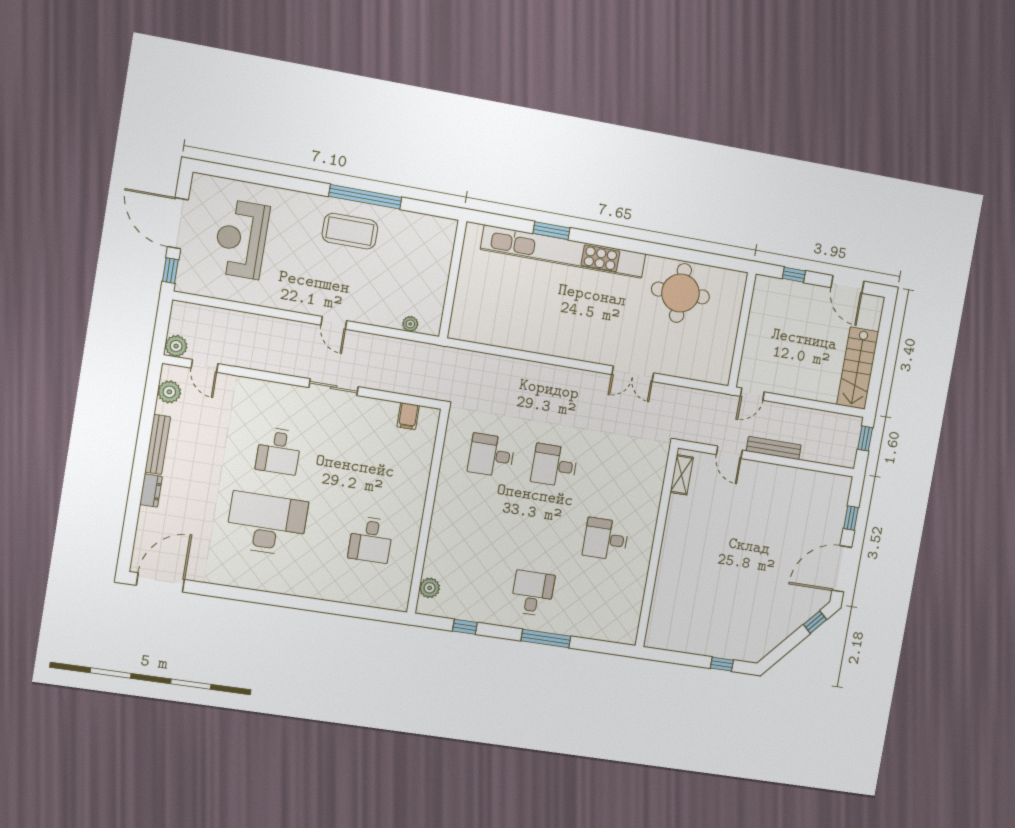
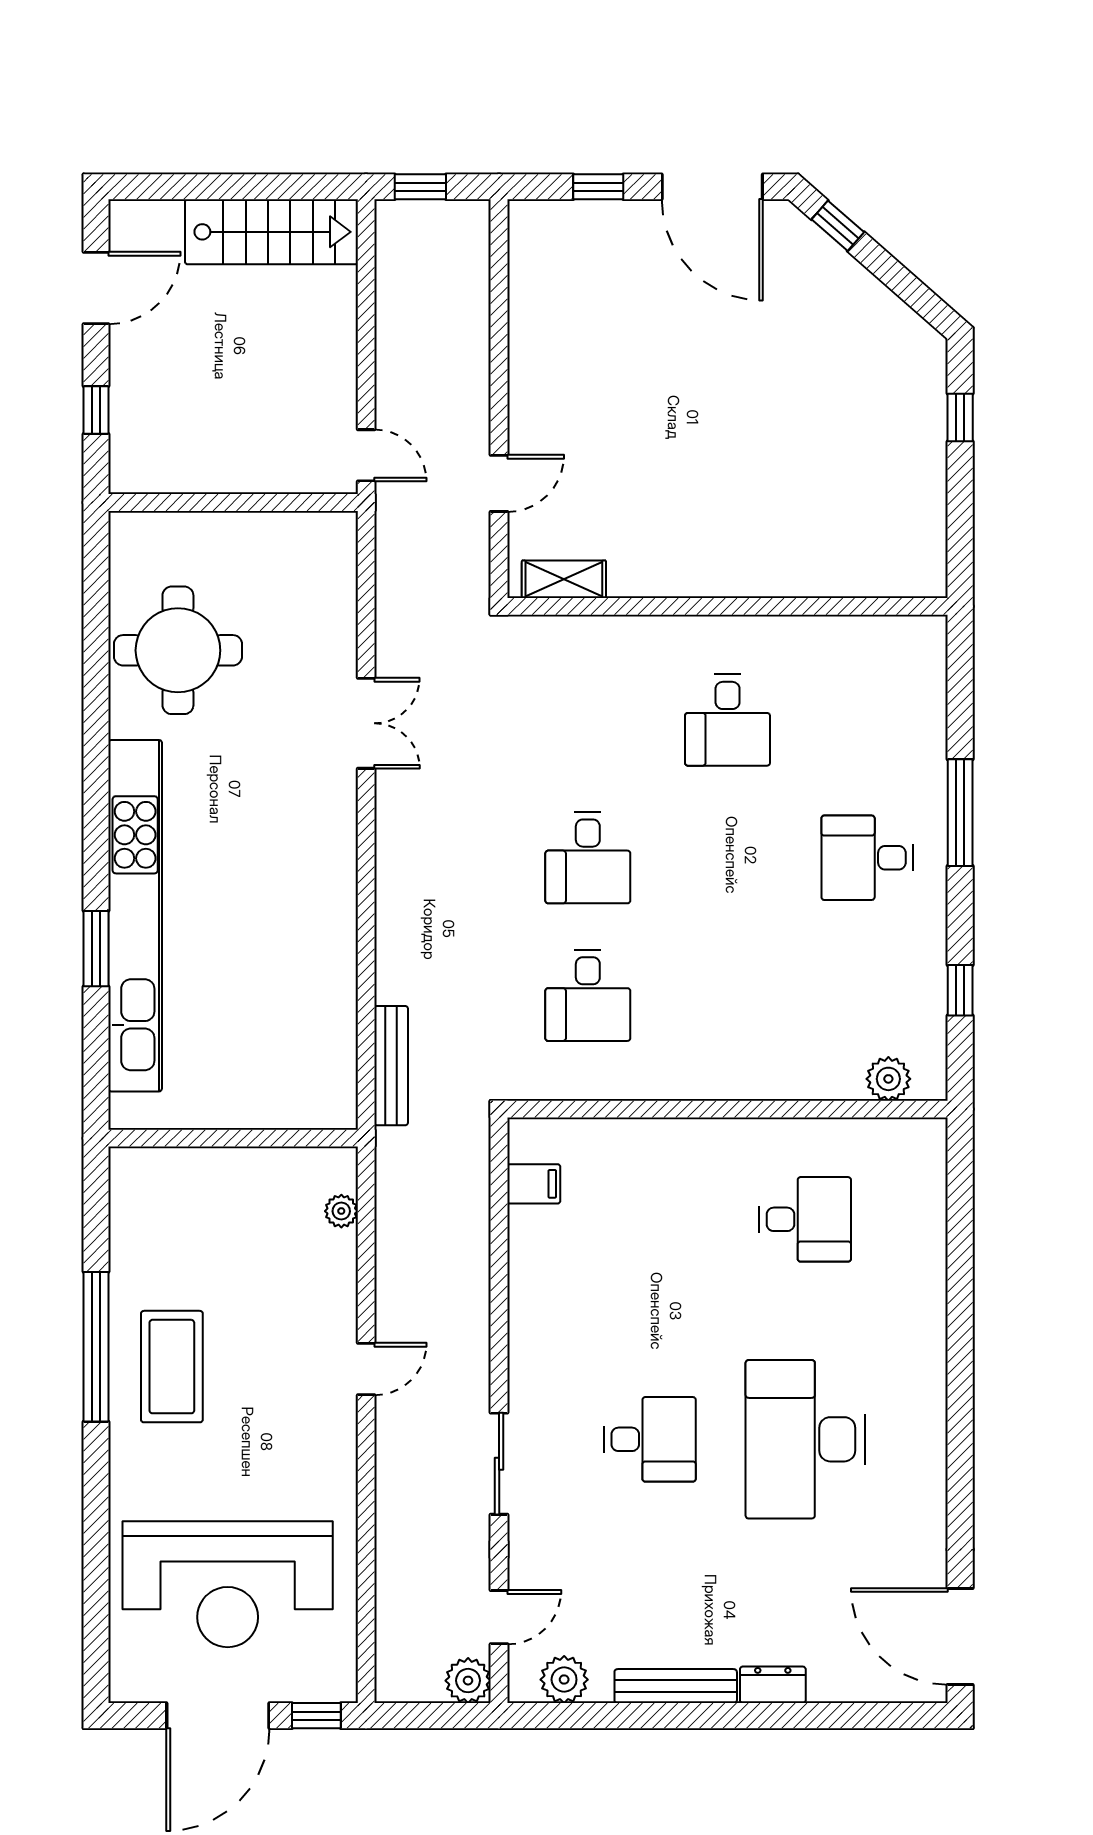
reception desk: (241, 239) -> (228, 1584), width x1.36, depth x1.30
sliding door: (334, 387) -> (499, 1464), moved
bench: (774, 448) -> (391, 1066), moved

